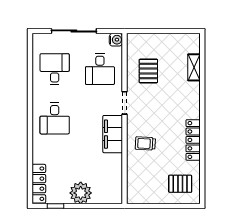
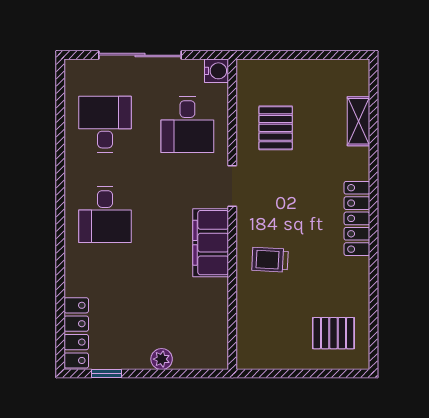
locker: (193, 140) -> (357, 218), moved
plant: (81, 193) -> (162, 359), width x0.53, depth x0.53

